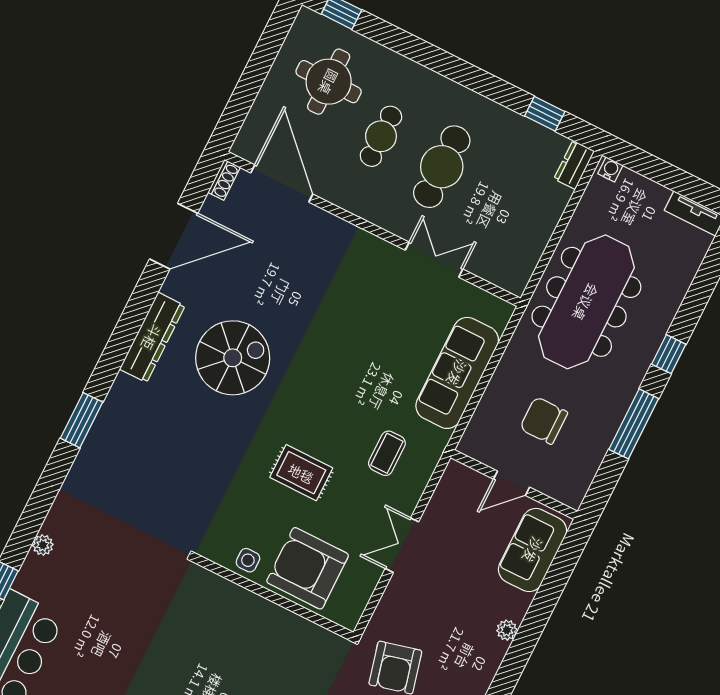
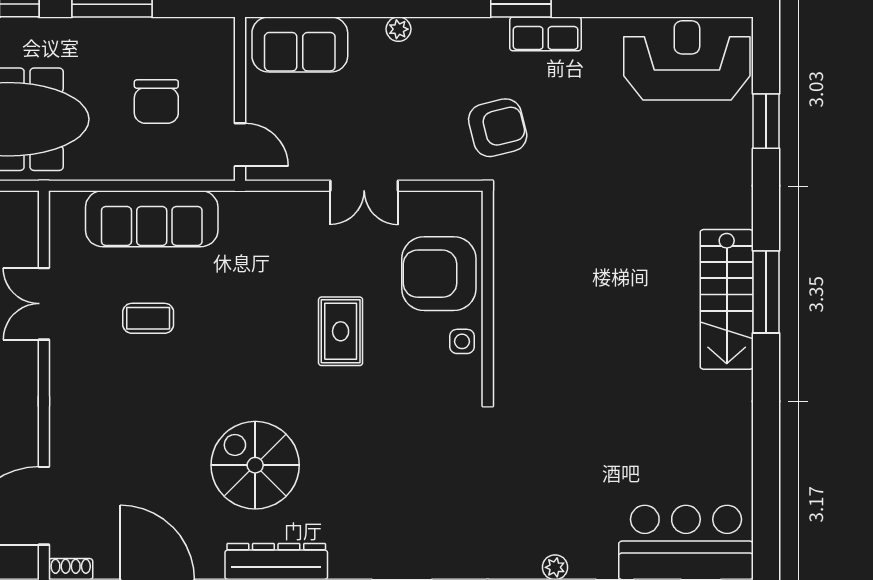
coffee table: (387, 453) -> (148, 318), moved
door: (512, 483) -> (240, 145), moved
armchair: (308, 568) -> (439, 274), turned 90

